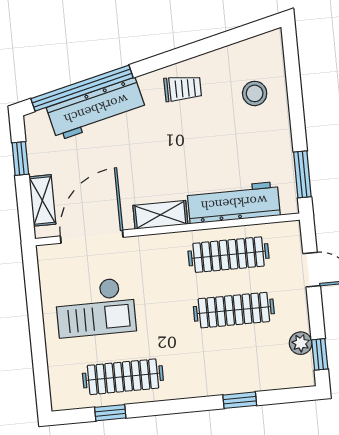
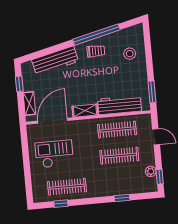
window: (82, 88) -> (96, 35), moved
checkout: (95, 307) -> (54, 154), turned 180

